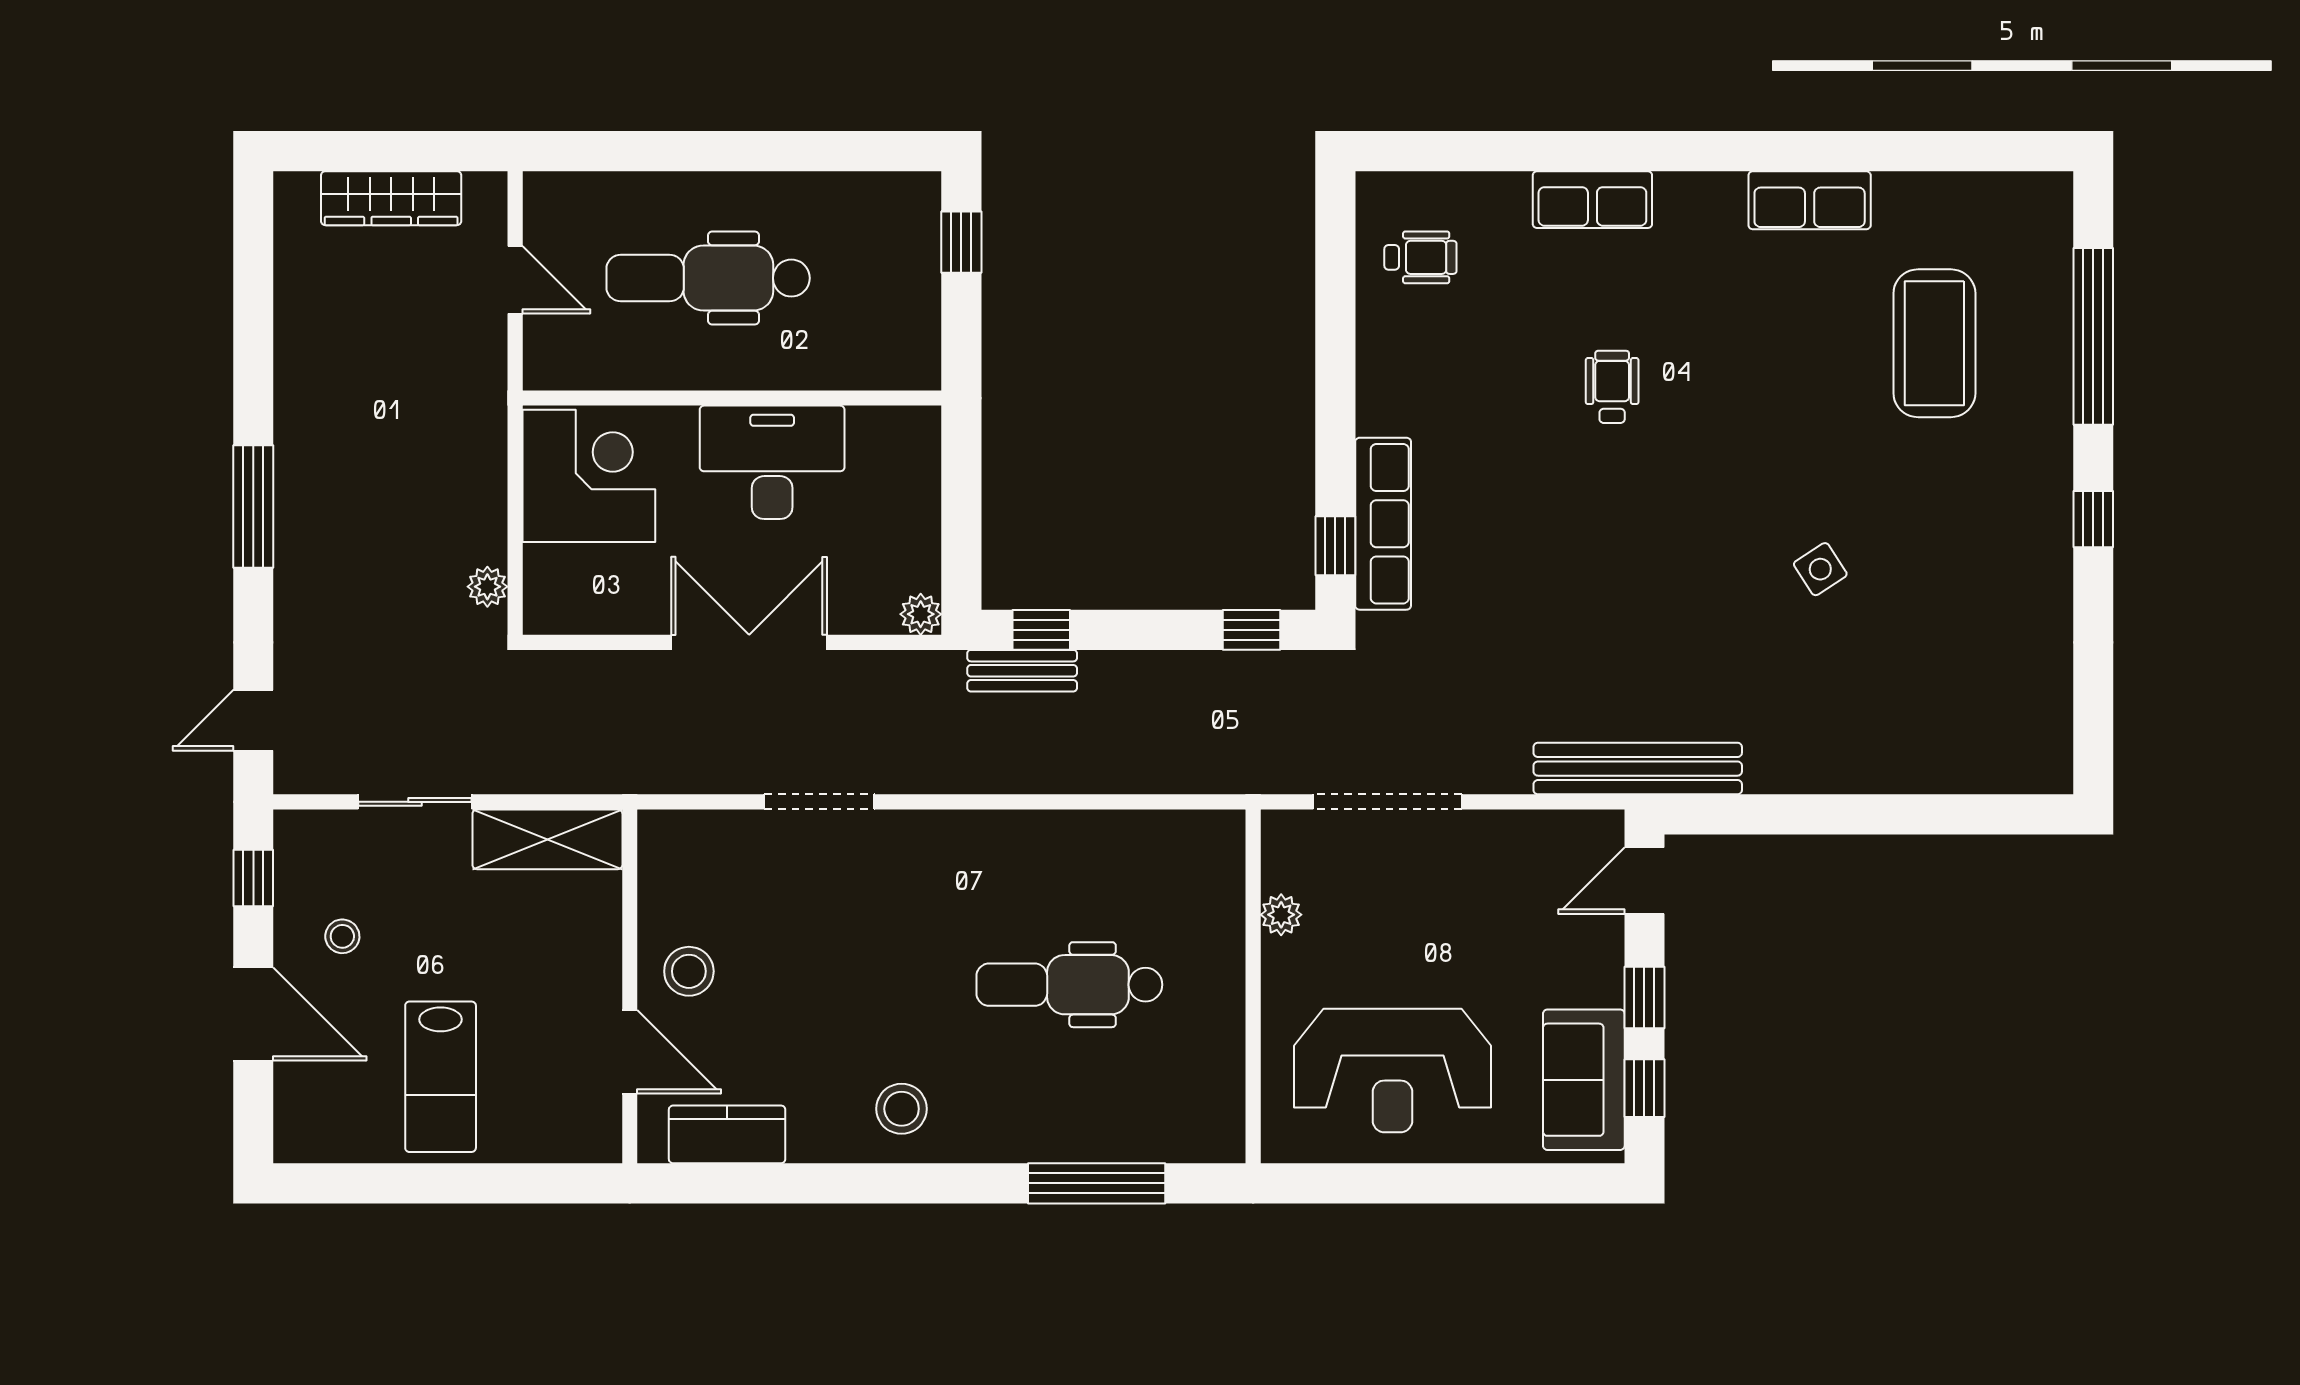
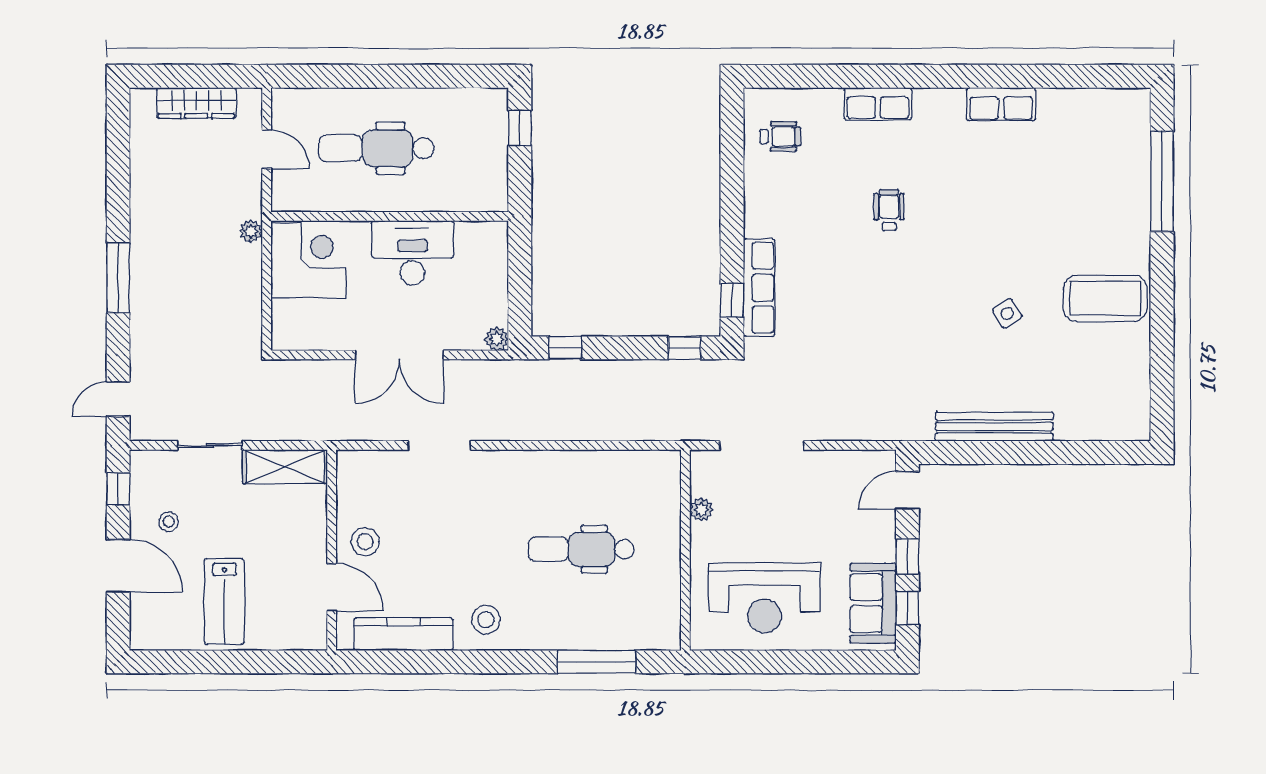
coffee table: (1934, 343) -> (1105, 299), moved, turned 90
window: (2093, 519) -> (1162, 285), removed
plant: (487, 587) -> (251, 231), moved
double door: (749, 642) -> (399, 355), swing flipped
bench: (1022, 671) -> (554, 371), removed
bench: (1638, 769) -> (994, 427), moved
kitchen counter: (727, 1134) -> (403, 634), width x1.50

